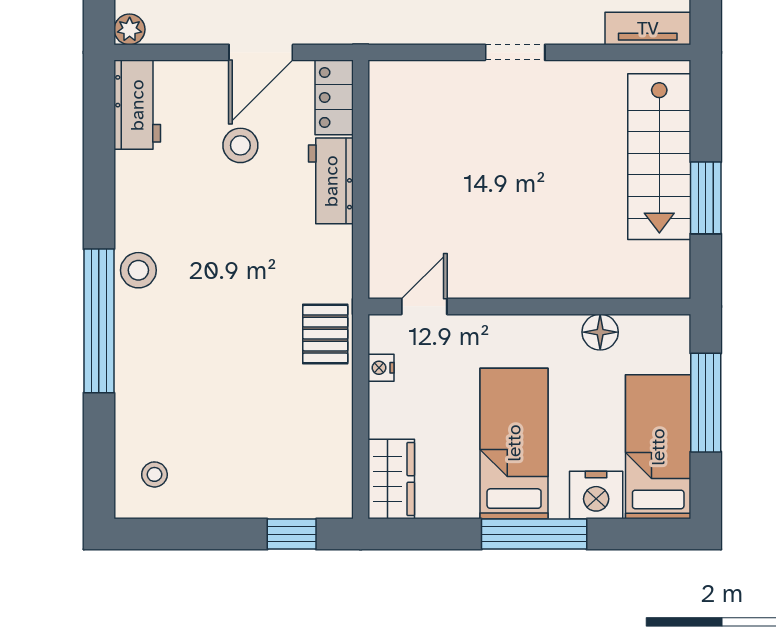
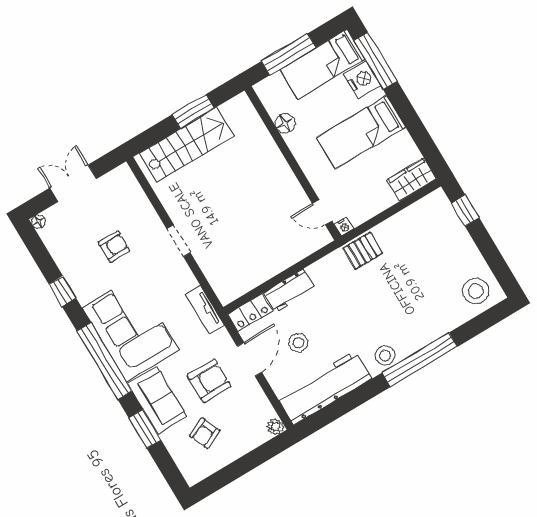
tv unit: (648, 28) -> (205, 310), moved
door: (261, 52) -> (249, 359), hinge flipped
workbench: (137, 105) -> (324, 388), width x1.88, depth x1.32
nightstand: (381, 368) -> (344, 227), moved
stool: (154, 474) -> (476, 291), width x1.89, depth x1.89
window: (534, 534) -> (376, 61), moved

